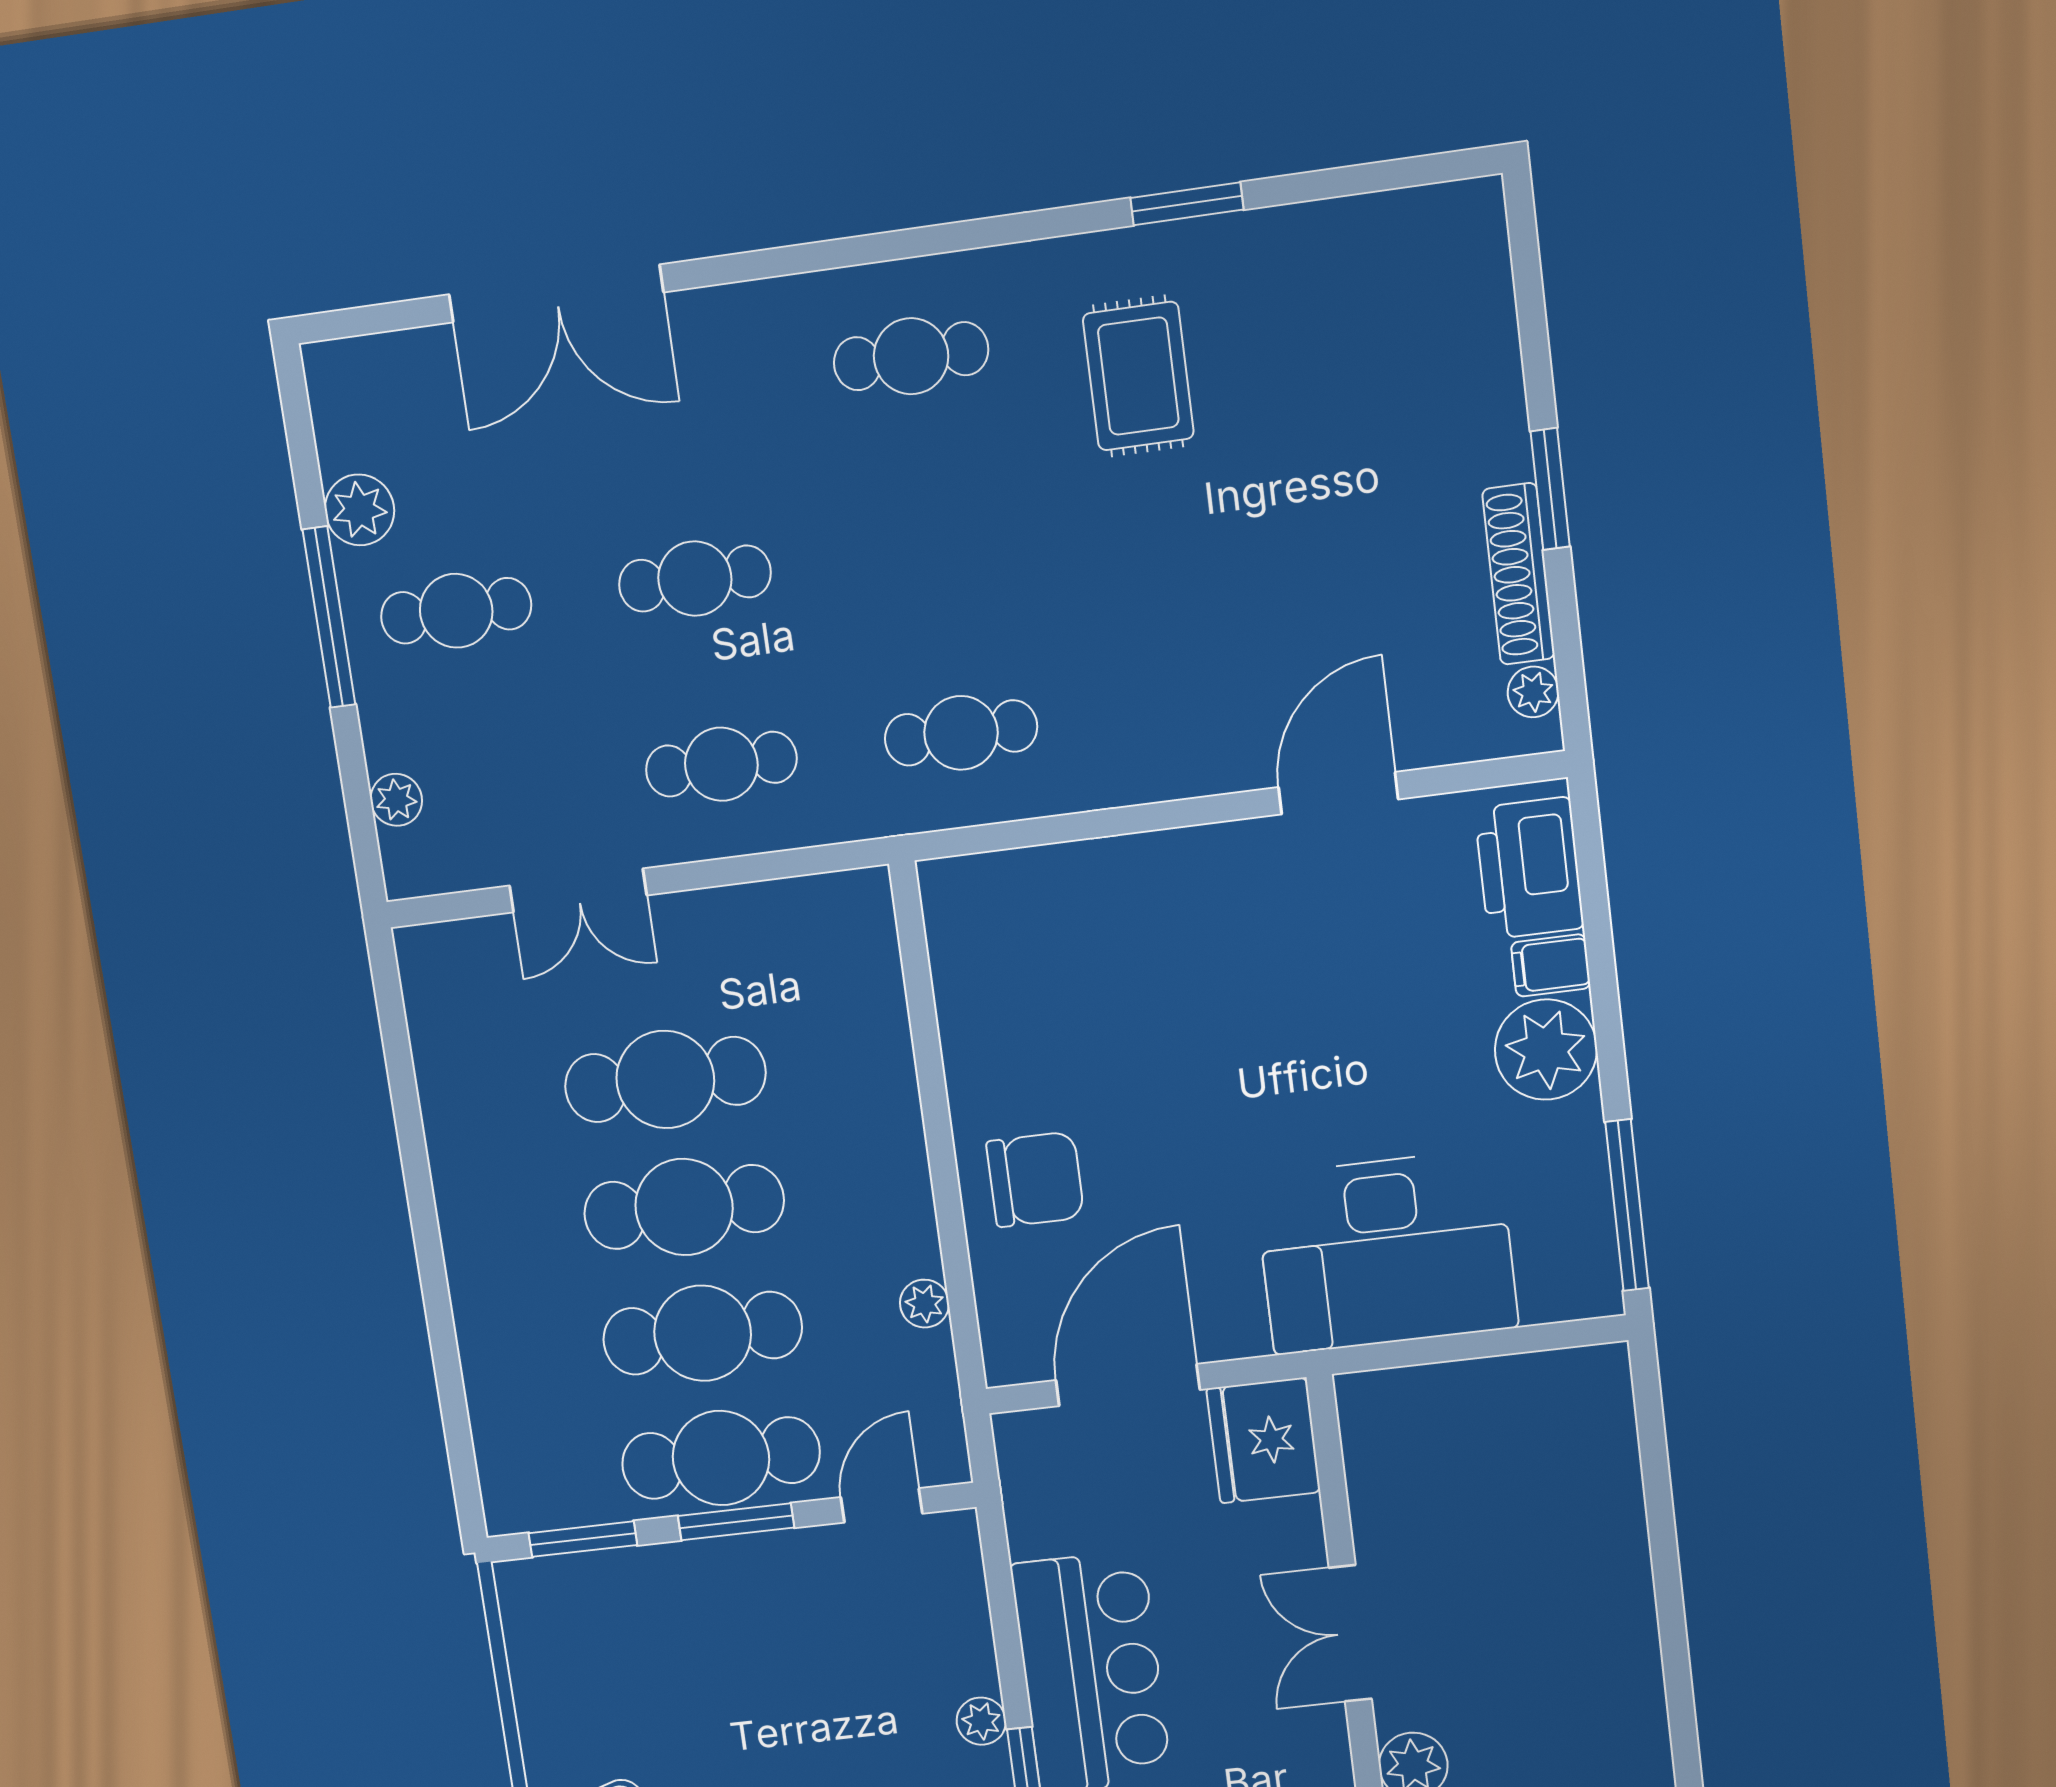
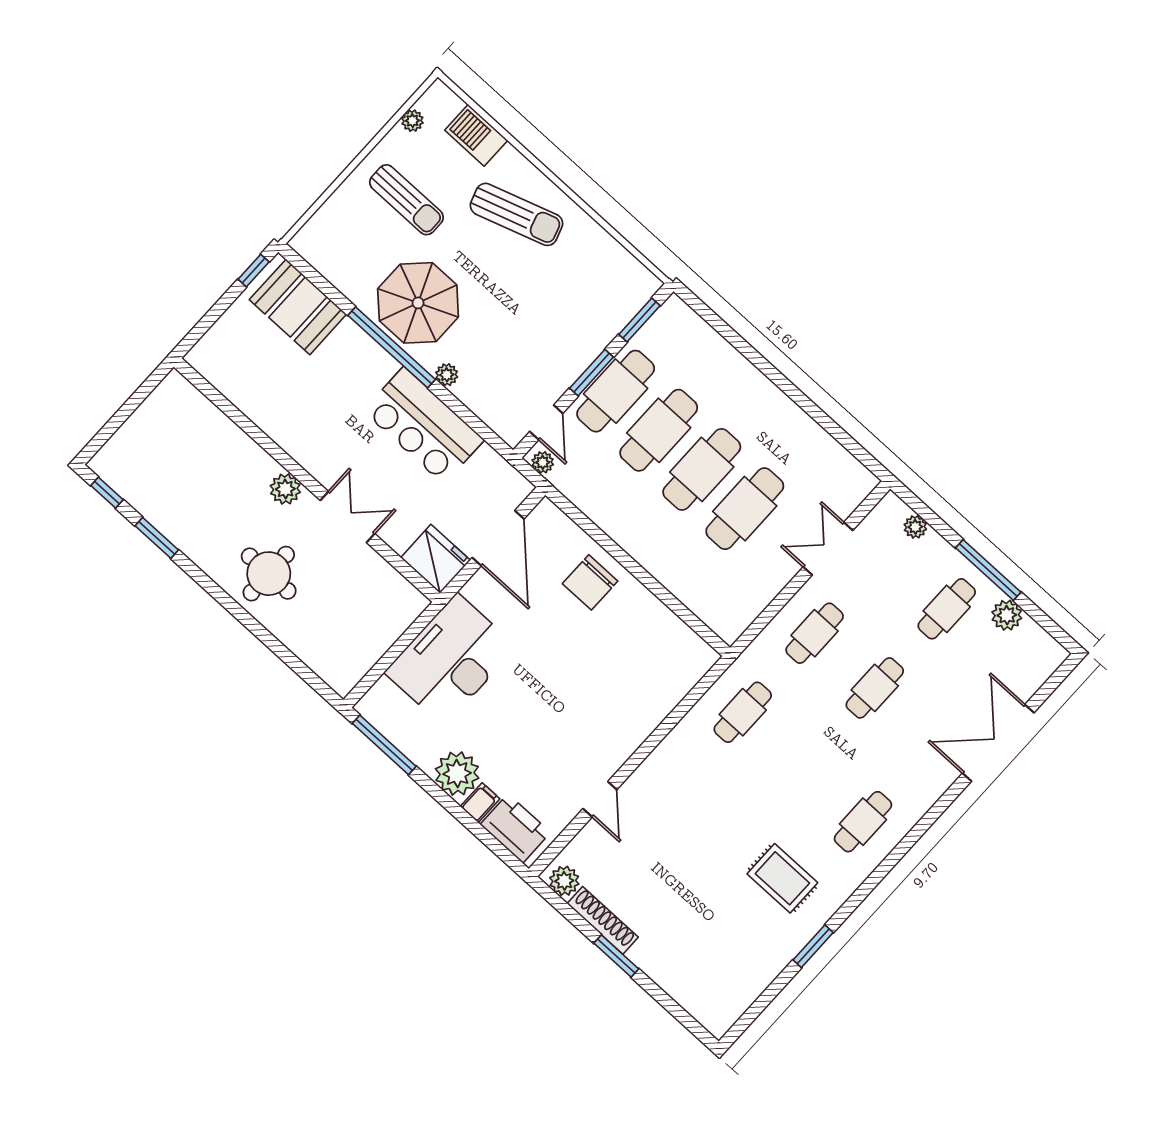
plant: (1533, 692) -> (564, 881), width x1.38, depth x1.38
door: (1338, 793) -> (600, 799), width x0.73
plant: (924, 1304) -> (543, 462), moved
round table: (1565, 1654) -> (269, 574), added

